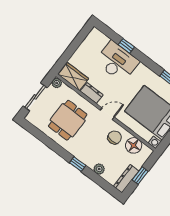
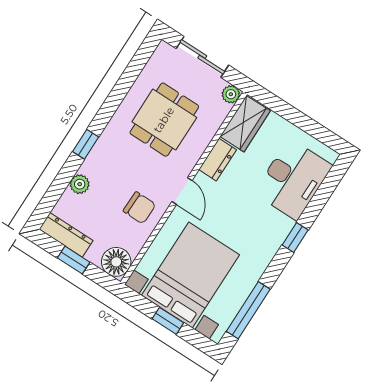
window: (126, 46) -> (295, 237), moved
desk: (117, 62) -> (293, 179), moved
dining table: (68, 120) -> (164, 120), turned 90
floor lamp: (134, 145) -> (116, 262), moved

